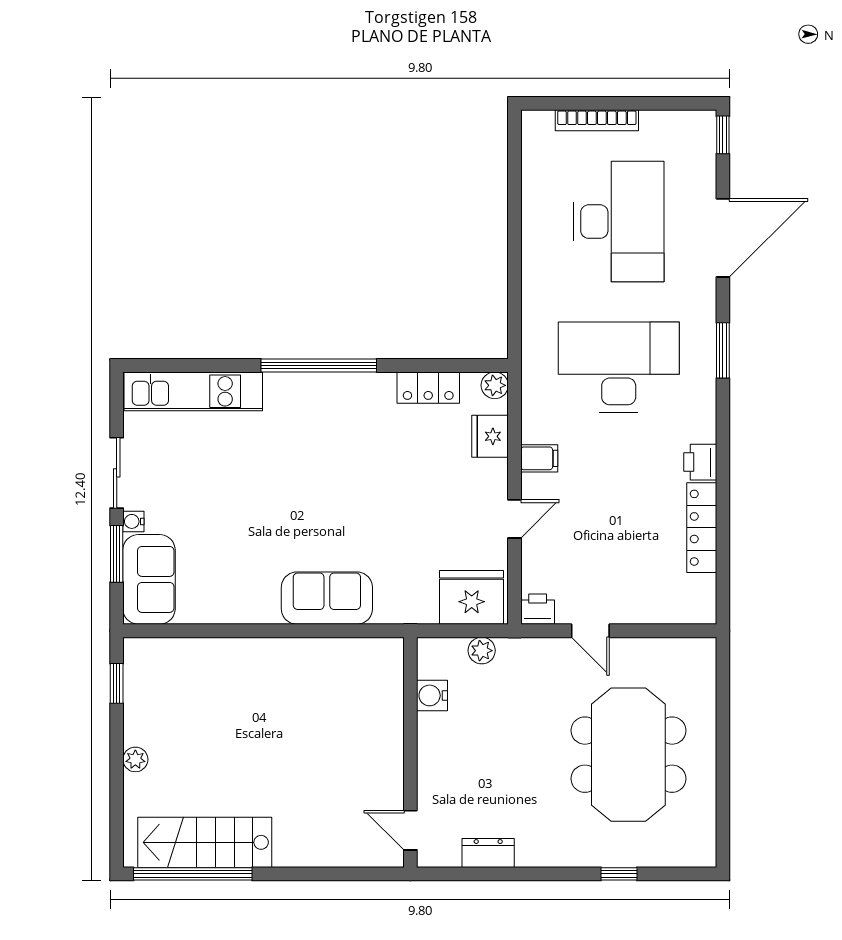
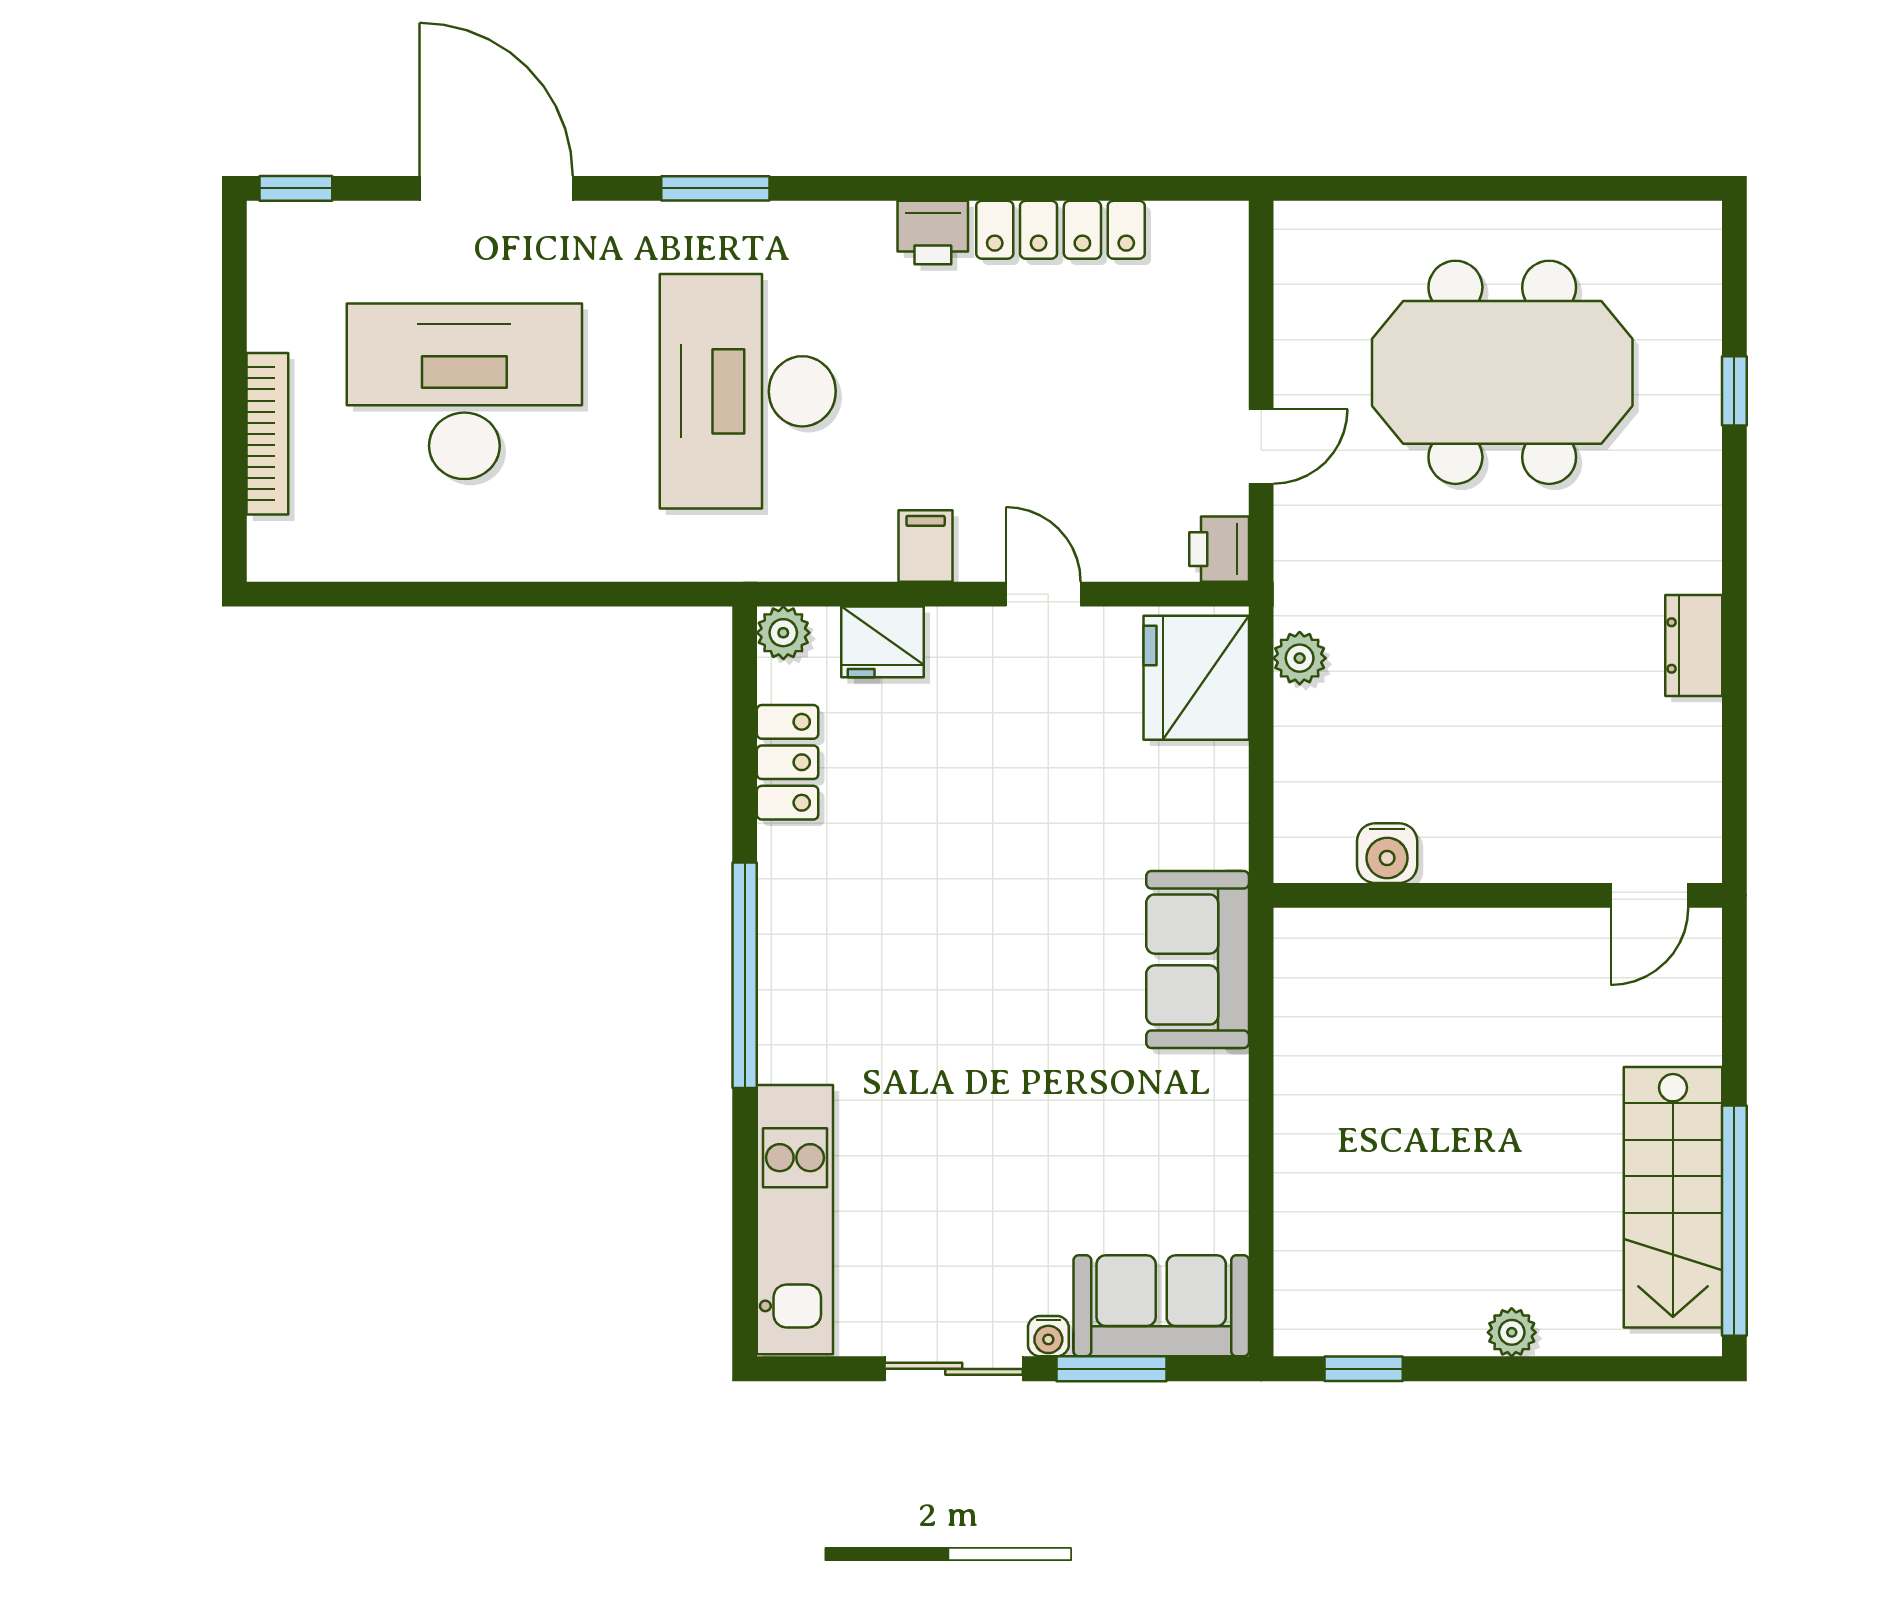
water cooler: (432, 695) -> (1387, 853), moved
wall: (410, 752) -> (1498, 895), moved
door: (410, 830) -> (1649, 895), moved

